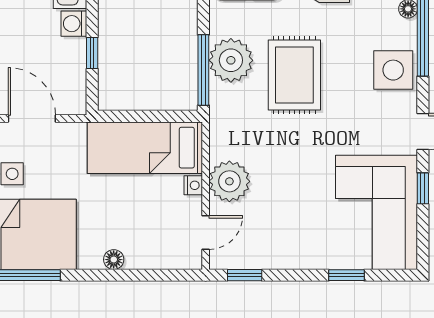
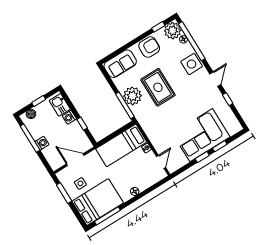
plant: (229, 181) -> (158, 139), removed
corner sofa: (376, 212) -> (201, 135), moved, turned 90
window: (245, 275) -> (202, 157), moved

